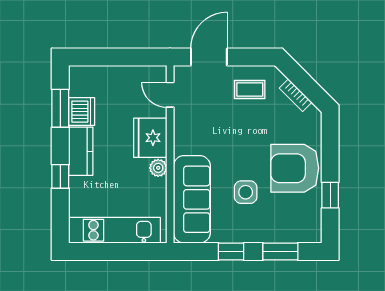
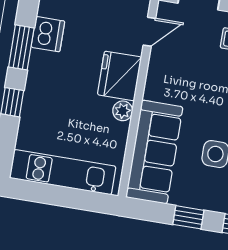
door: (170, 95) -> (149, 32), swing flipped
window: (60, 108) -> (21, 47), moved
kitchen counter: (81, 151) -> (40, 78), removed

